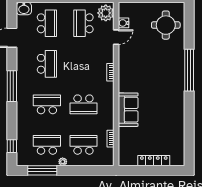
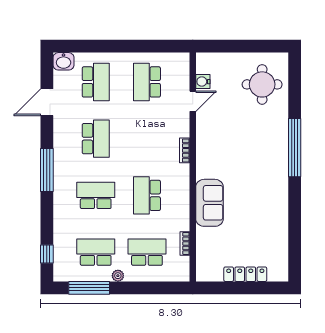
plant: (106, 13) -> (178, 68), removed
school desk: (83, 104) -> (147, 195), turned 90

